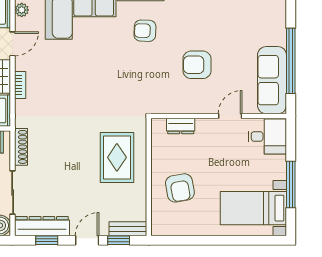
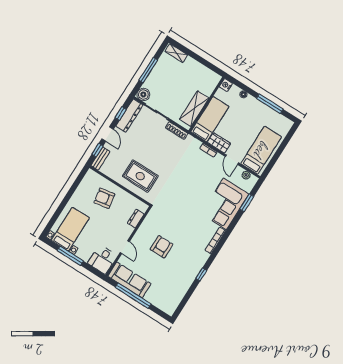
armchair: (145, 31) -> (196, 231), removed

